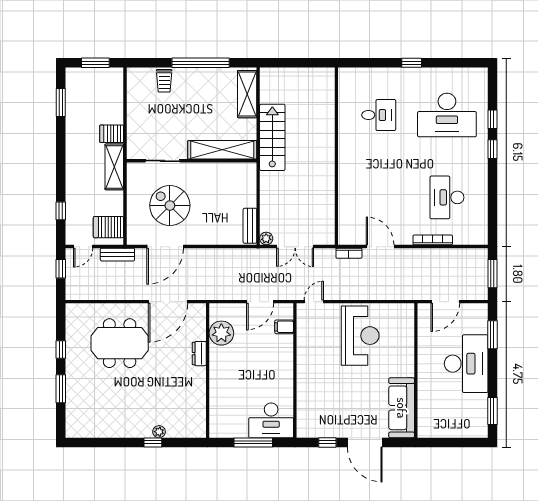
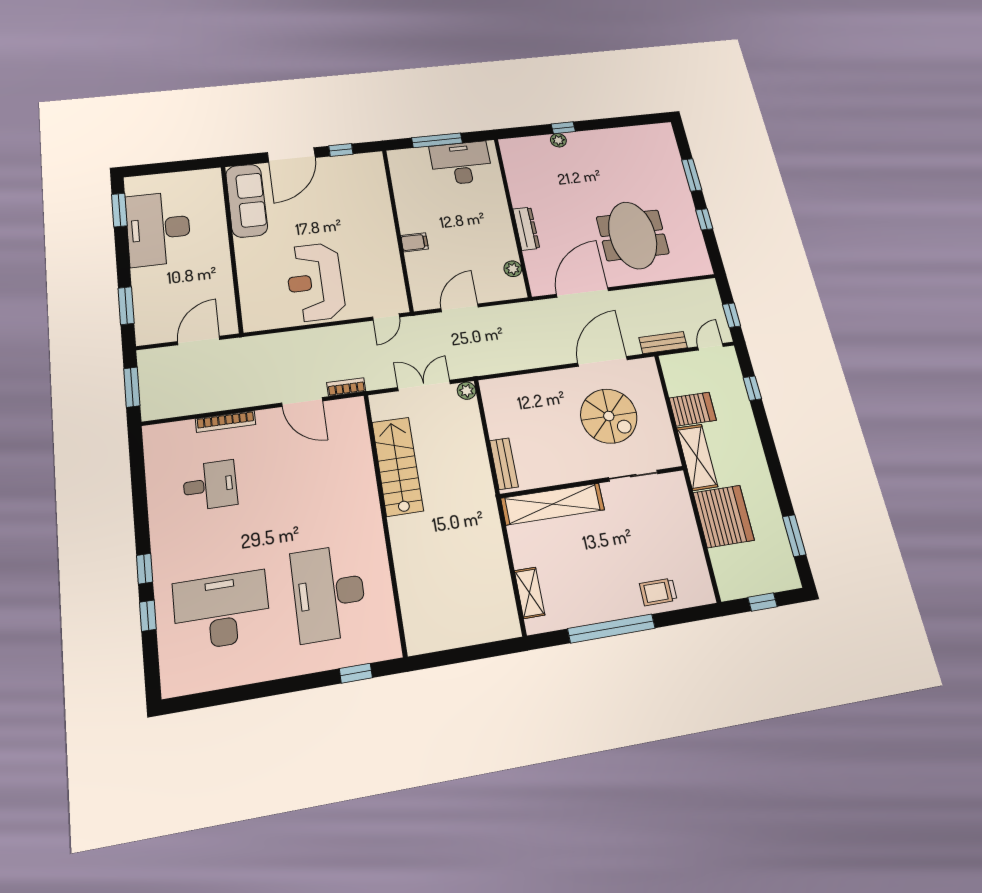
window: (95, 63) -> (763, 602), width x0.67
window: (412, 63) -> (356, 673), moved
trolley: (164, 81) -> (658, 592), turned -90
shelving: (247, 94) -> (530, 593), width x0.67, depth x0.75
desk: (379, 115) -> (329, 593), width x1.87, depth x1.30
server rack: (112, 134) -> (724, 516), width x2.18, depth x1.44
stairs: (272, 137) -> (398, 466), moved, turned 180
desk: (447, 197) -> (210, 485), width x0.73
bench: (250, 226) -> (504, 464), moved
server rack: (108, 227) -> (693, 409), moved
filing cabinet: (284, 327) -> (415, 242), moved
plant: (221, 333) -> (513, 269), width x0.53, depth x0.53
meeting table: (120, 343) -> (633, 235), turned 90
dresser: (199, 354) -> (526, 229), width x1.44
desk: (466, 364) -> (158, 229), moved
desk: (271, 420) -> (461, 163), moved
door: (365, 442) -> (291, 155), swing flipped

